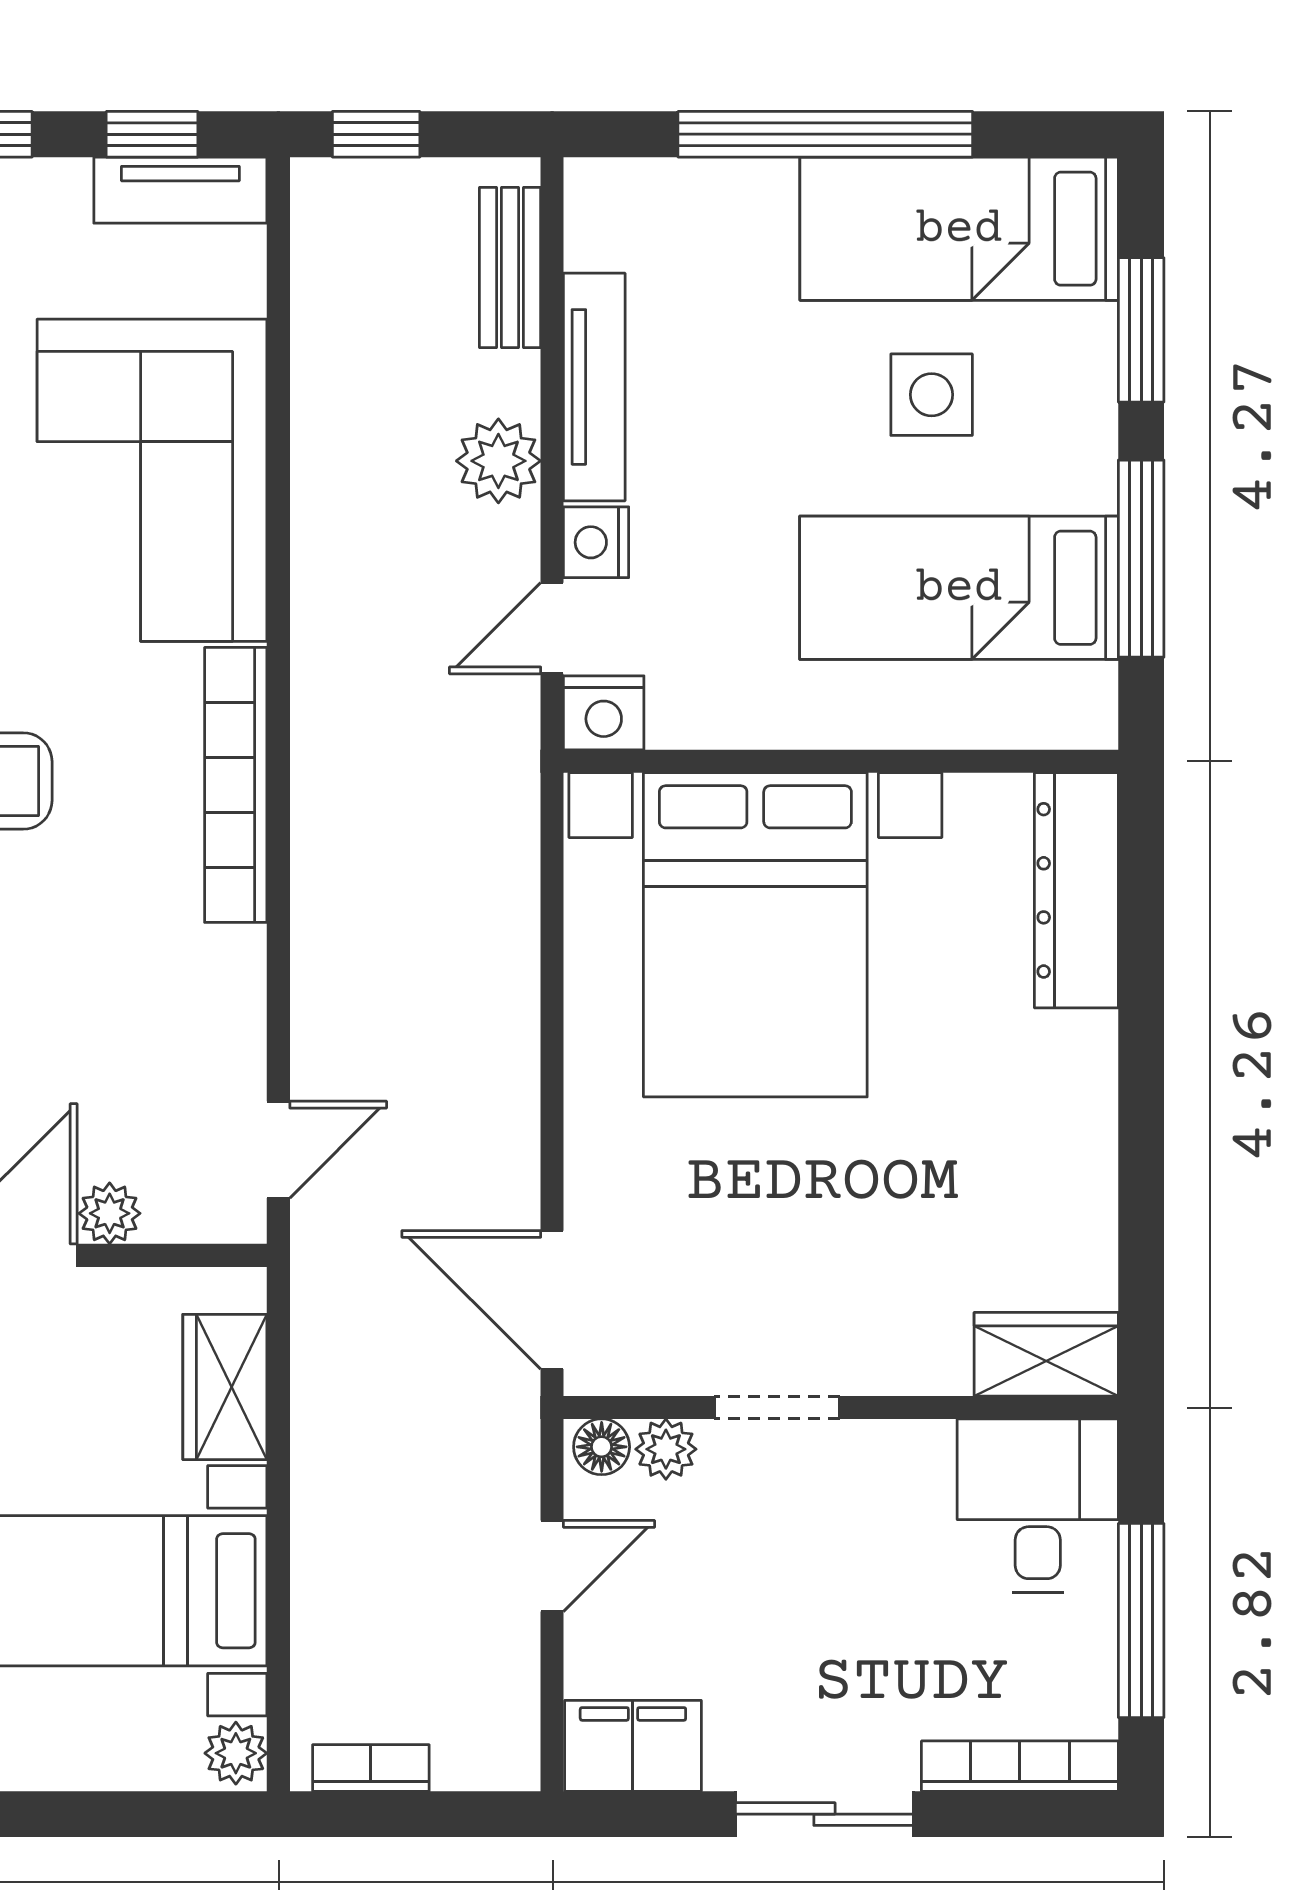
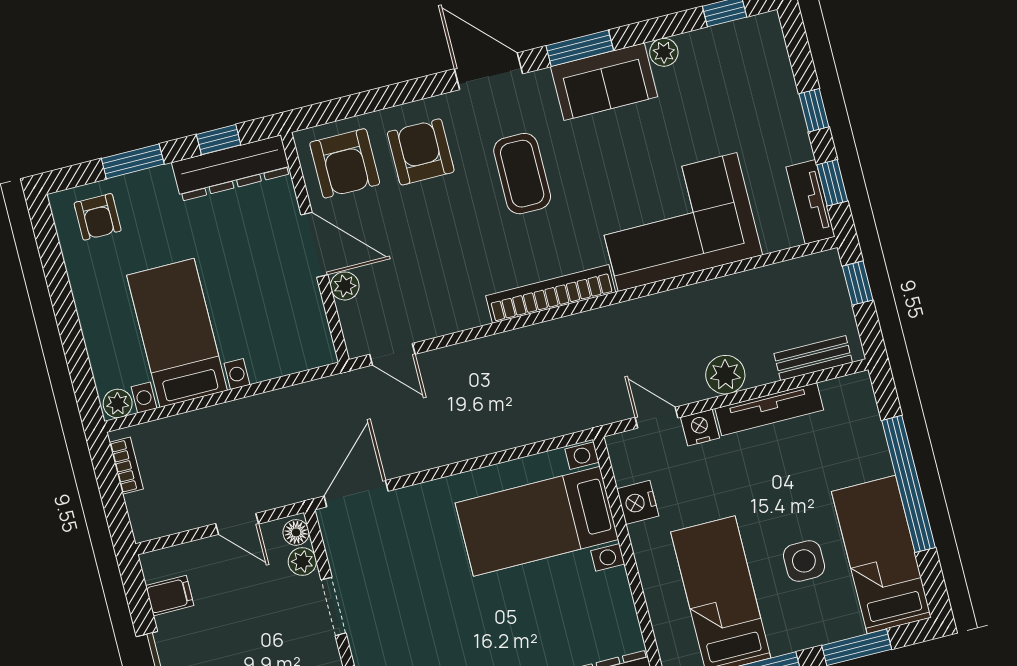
nightstand: (604, 713) -> (638, 502), moved
bed with nightstands: (755, 935) -> (537, 521), width x0.73
wardrobe: (225, 1387) -> (280, 357), removed
filing cabinet: (633, 1746) -> (170, 596), width x0.50

